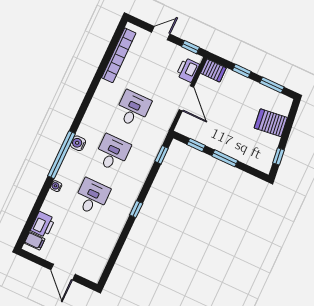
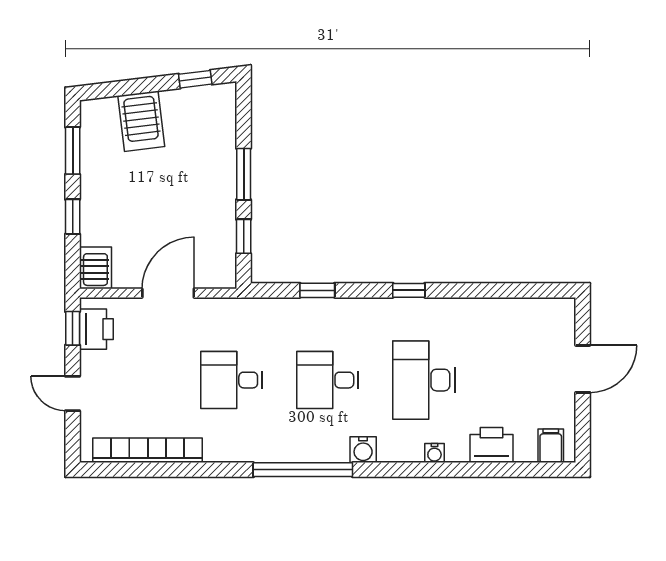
printer: (188, 70) -> (96, 329), moved, turned -90
water cooler: (78, 143) -> (363, 450), moved
window: (61, 155) -> (303, 470), moved
window: (162, 155) -> (317, 290), moved
desk: (92, 197) -> (424, 380), width x1.37
printer: (43, 224) -> (492, 445), moved

